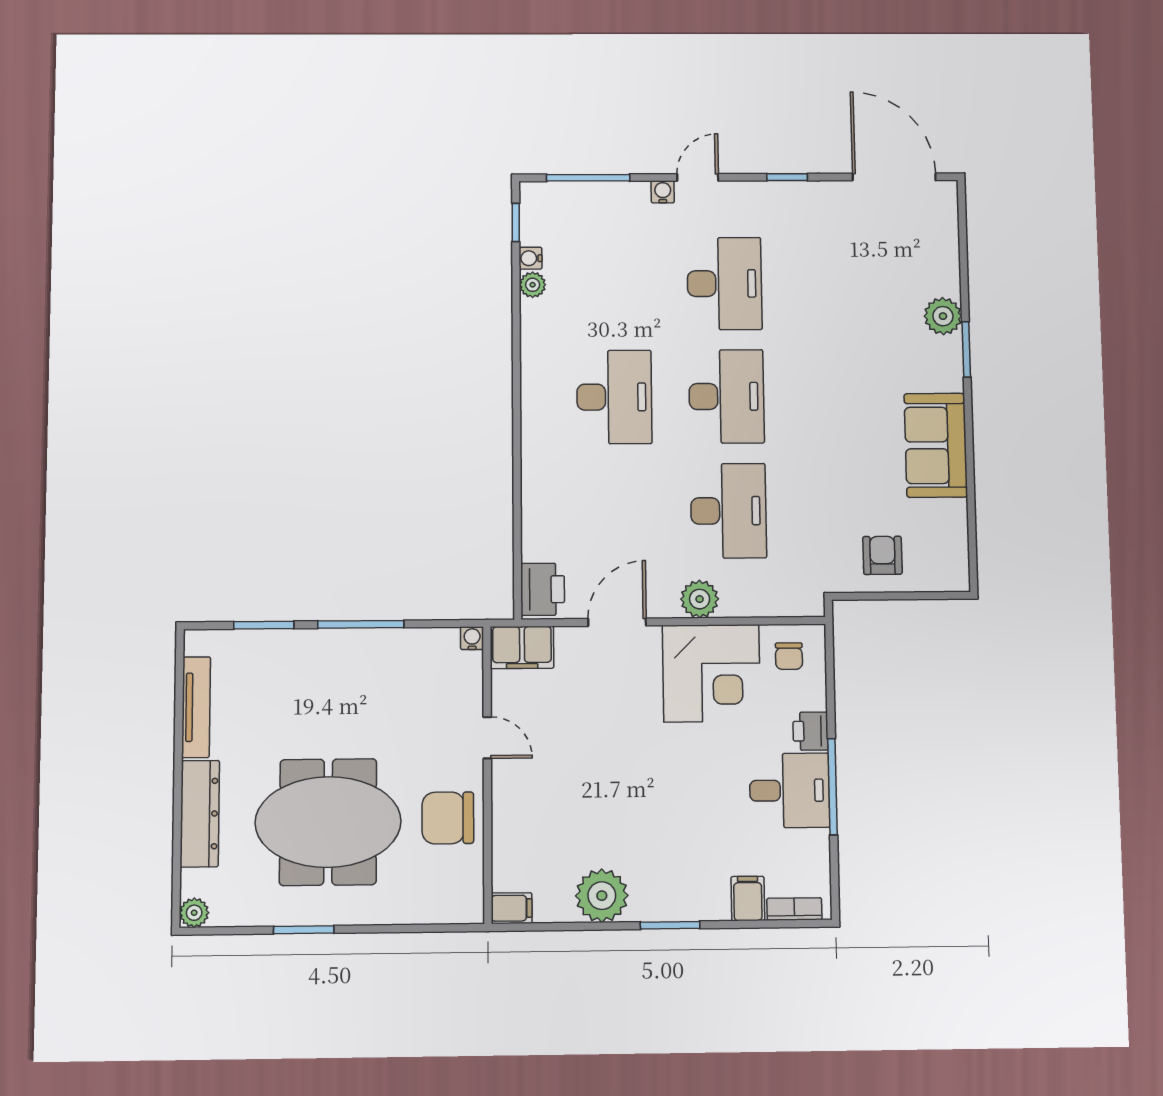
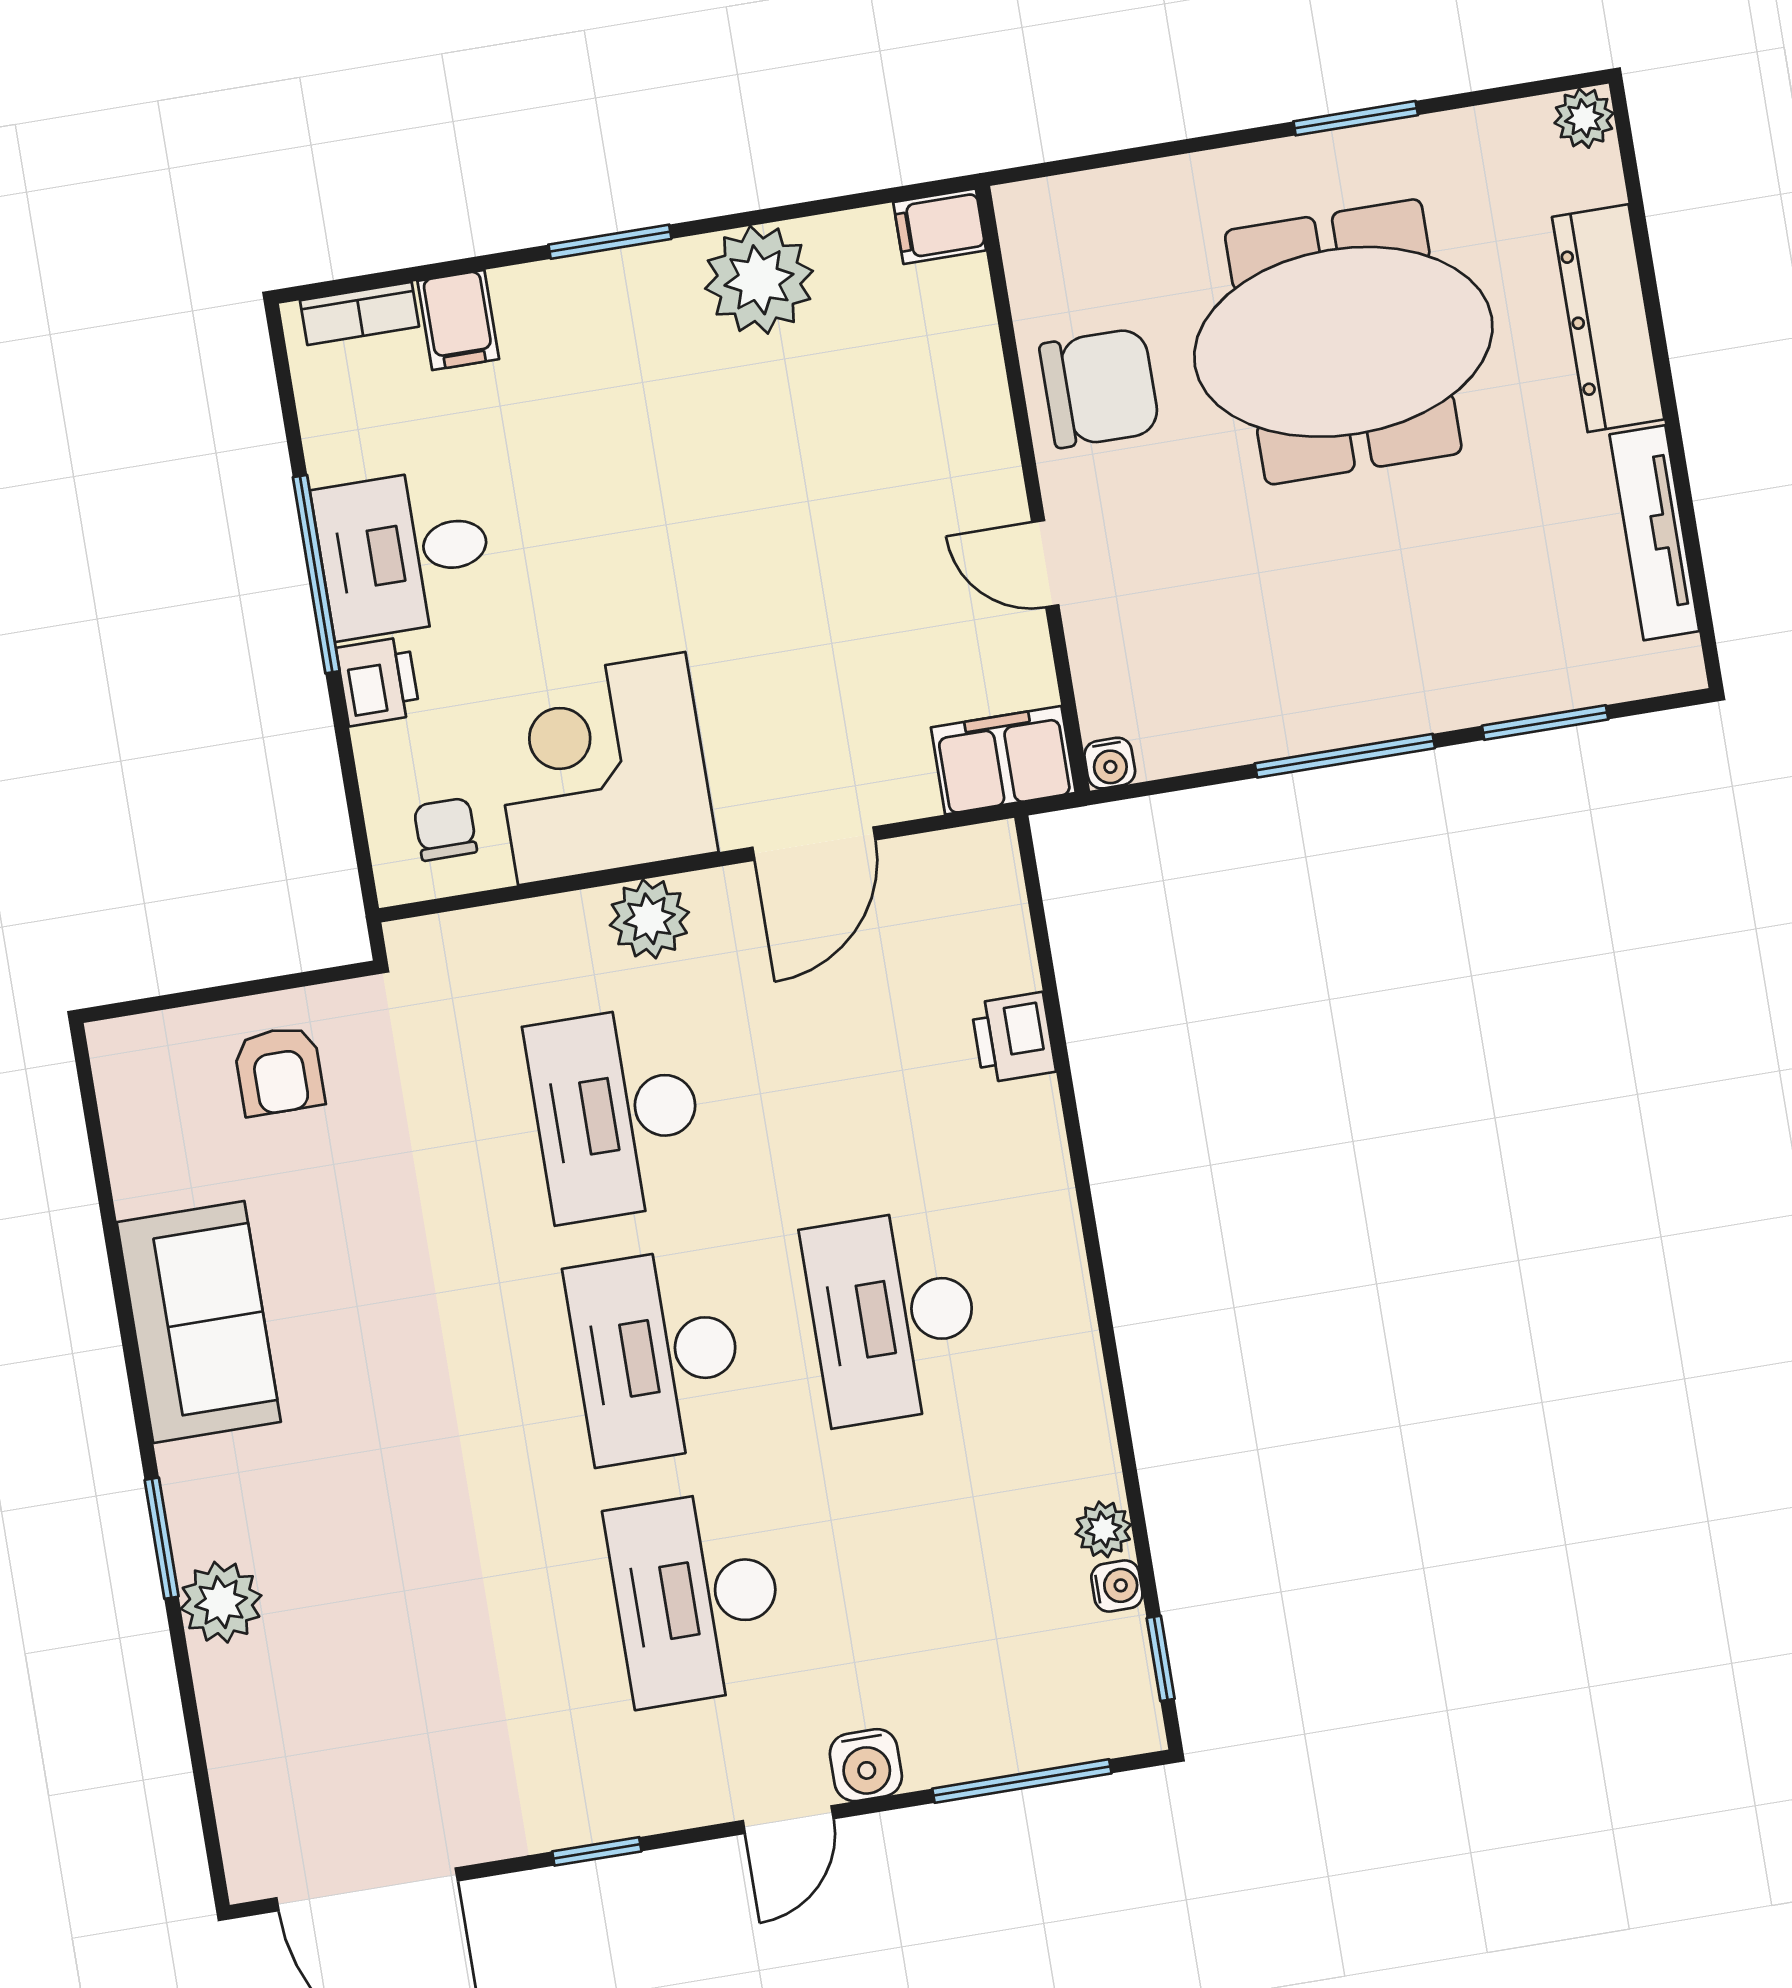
water cooler: (663, 192) -> (866, 1765), width x1.38, depth x1.38
printer: (543, 589) -> (1013, 1038), moved, width x0.73, depth x0.81

